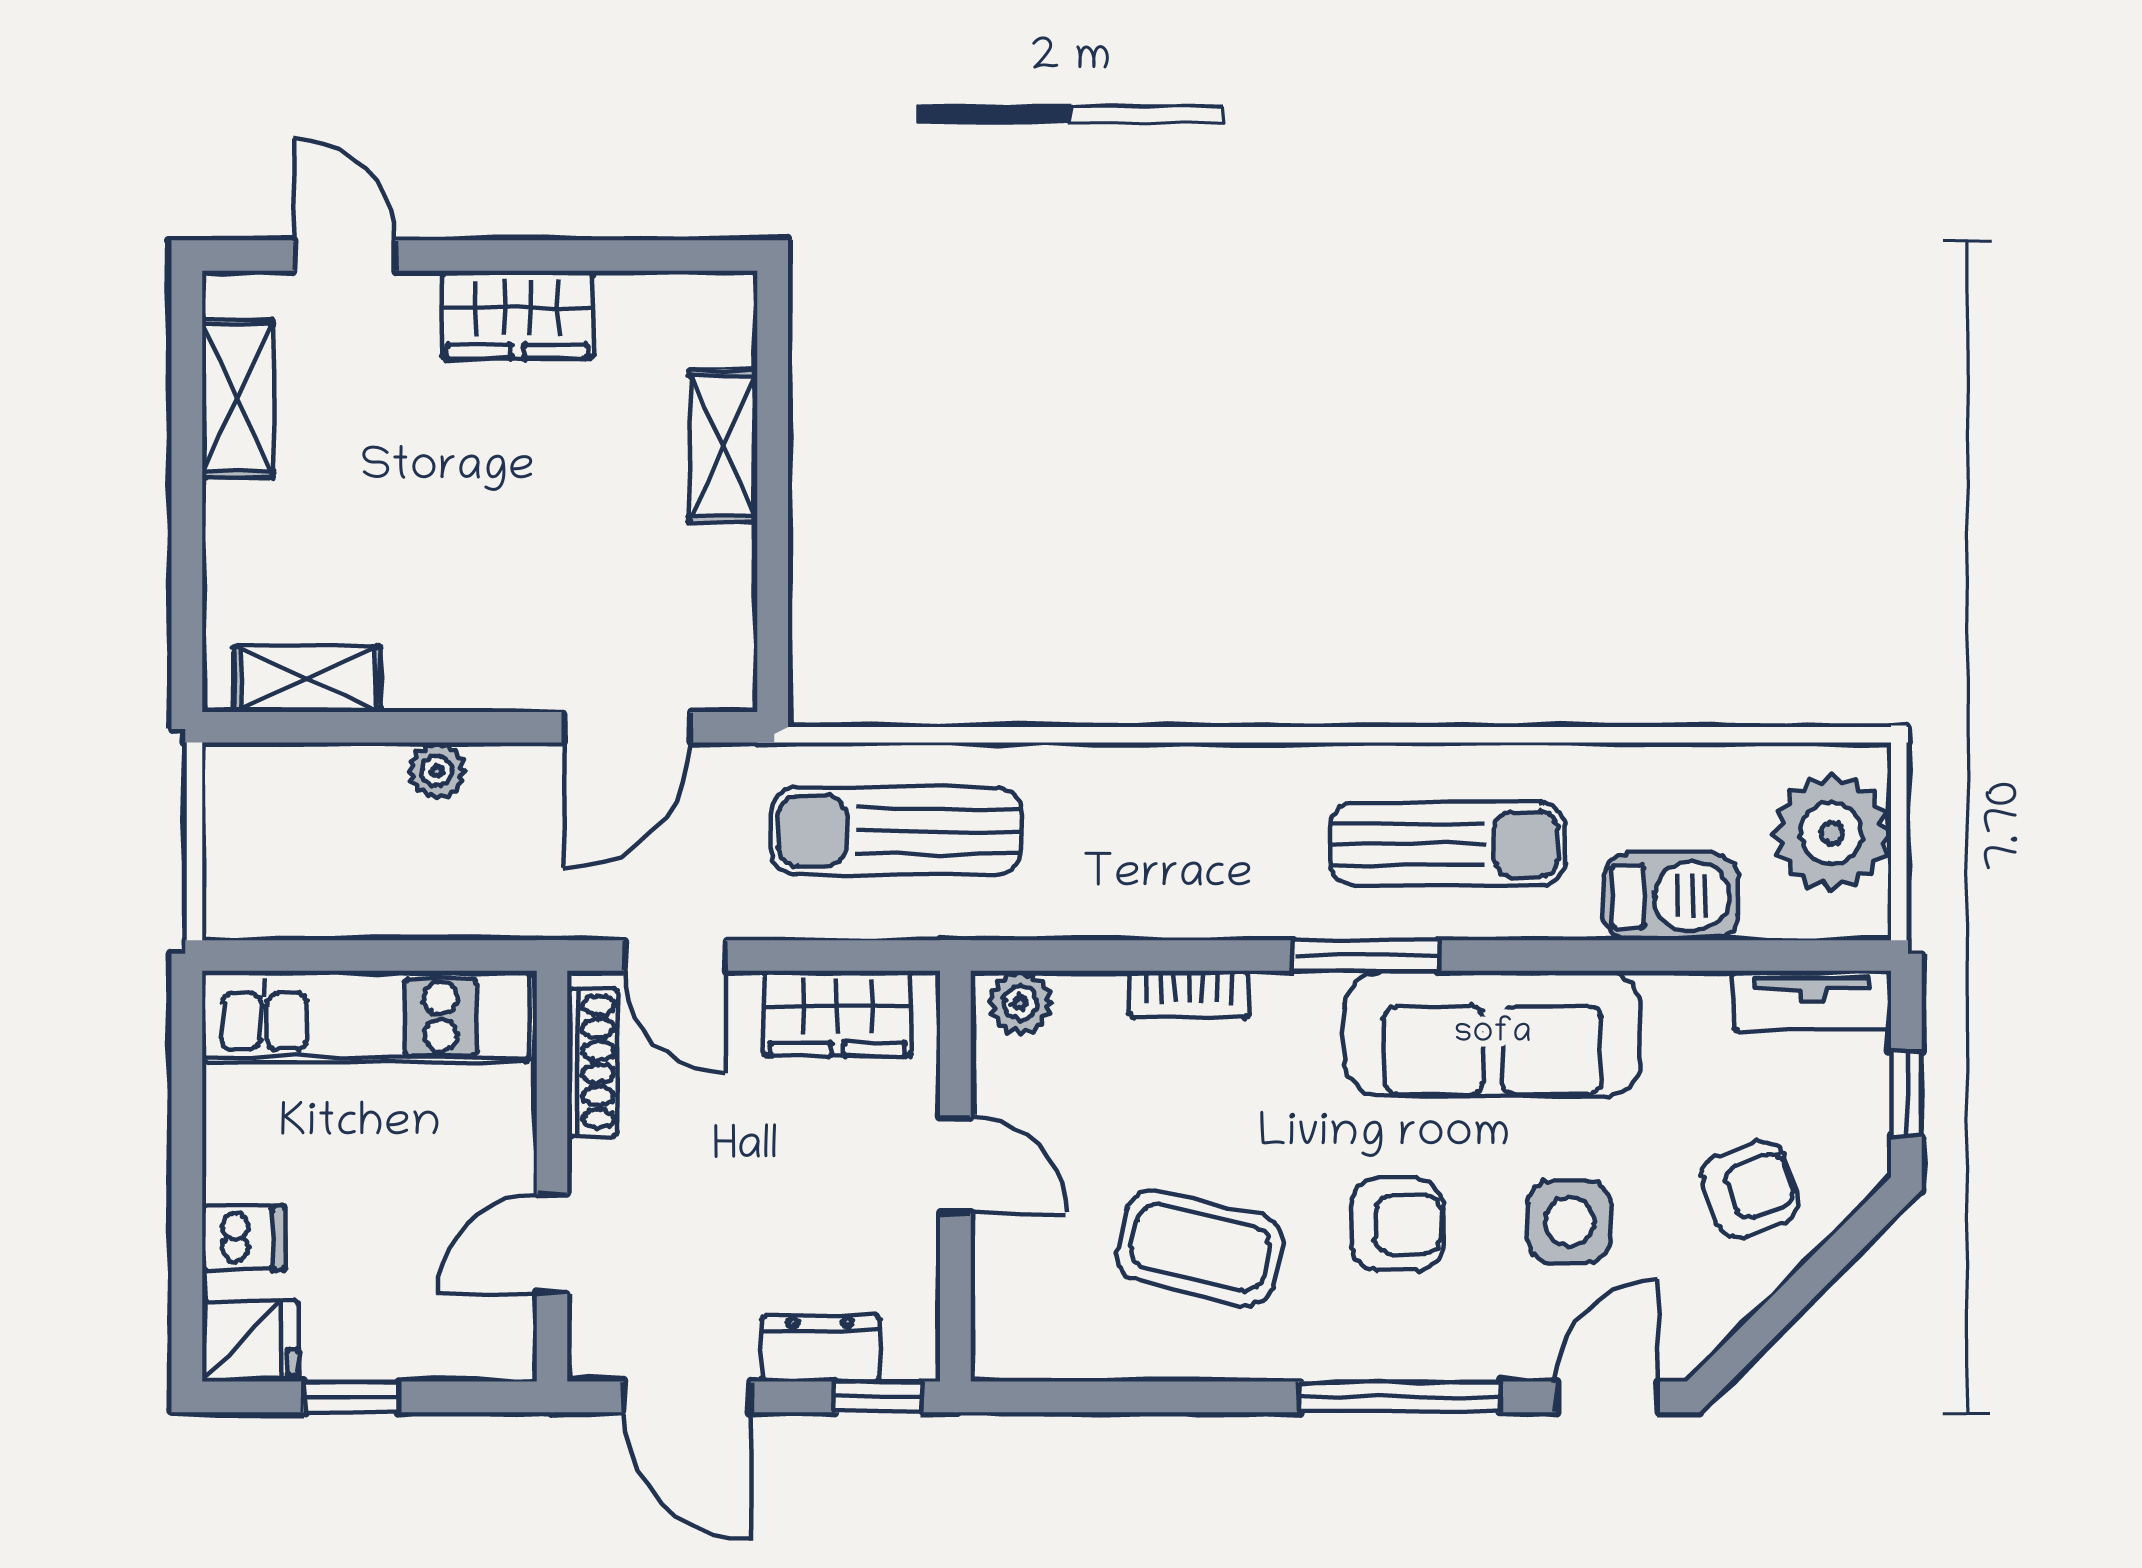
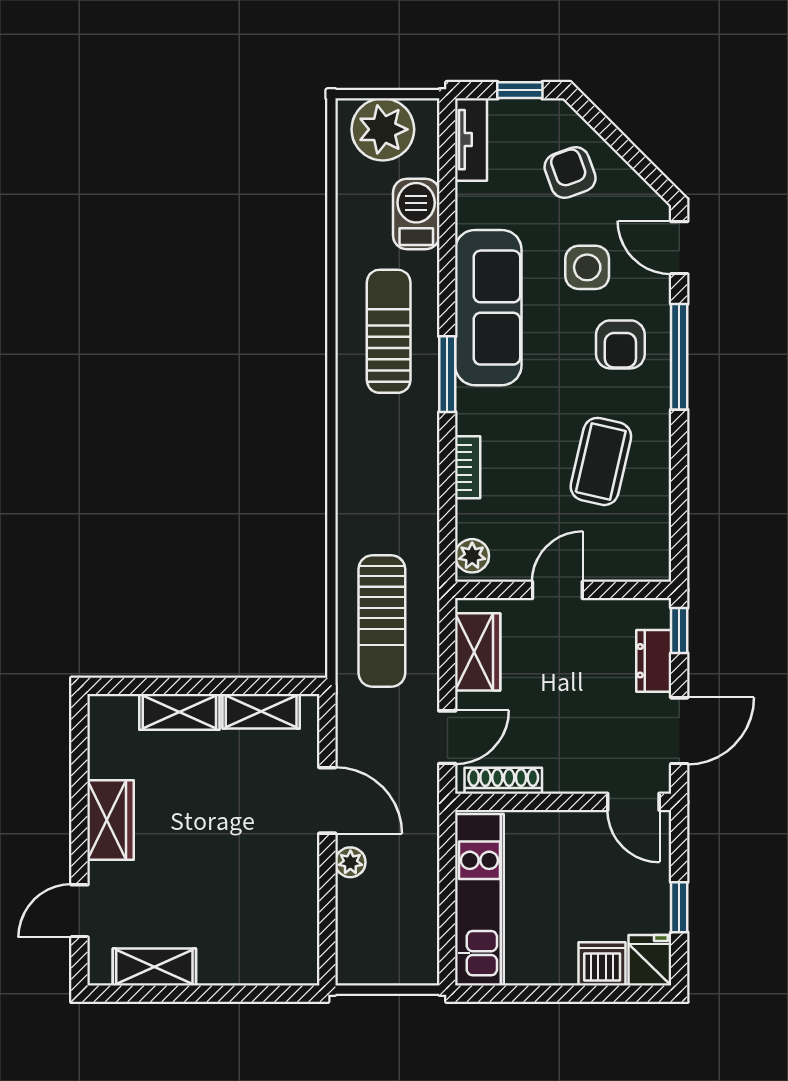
shelving: (307, 679) -> (261, 711), moved, turned 90
door: (626, 727) -> (327, 800), moved
armchair: (1397, 1225) -> (620, 344), moved, turned 180
dishwasher: (244, 1238) -> (602, 964), width x1.38
door: (552, 1244) -> (633, 802), moved

